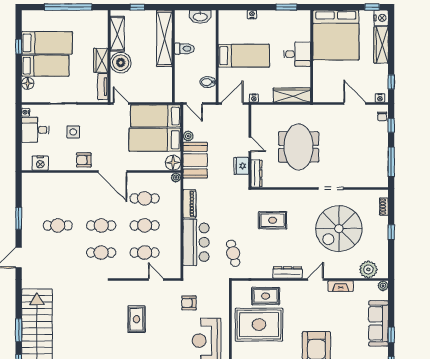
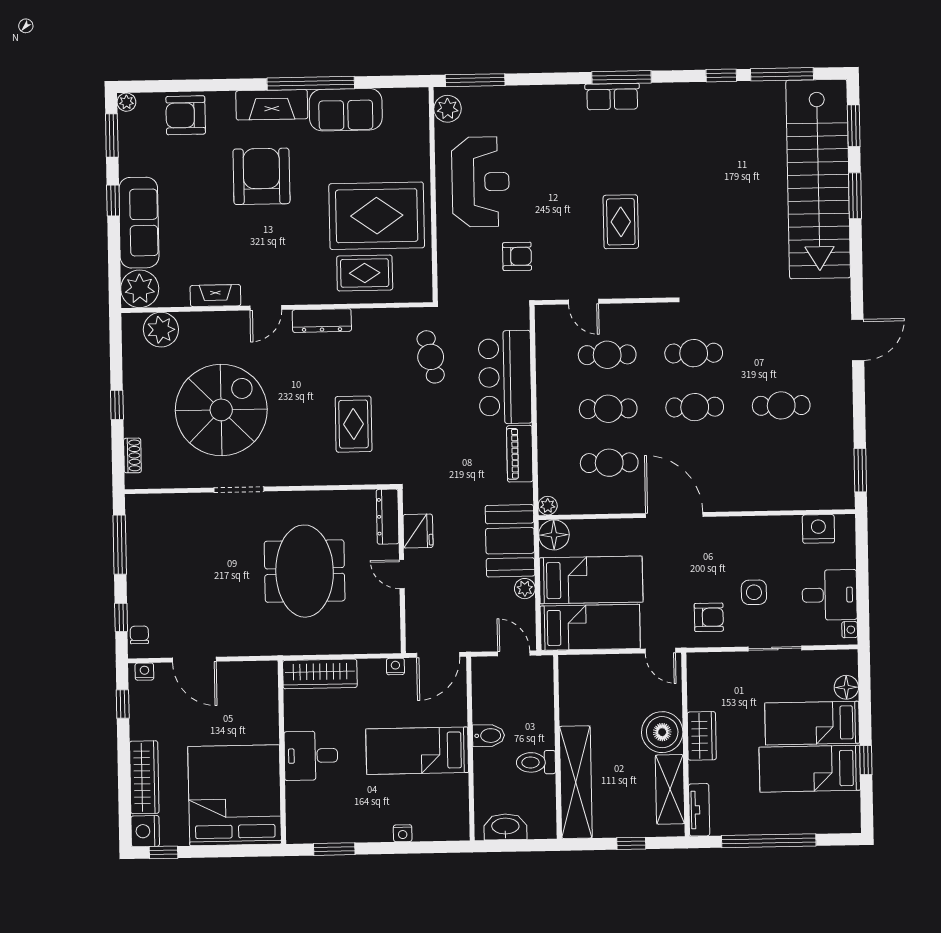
bidet: (208, 82) -> (488, 736), moved
tv unit: (103, 87) -> (699, 810), moved
armchair: (84, 160) -> (709, 617), moved
window: (19, 218) -> (860, 470), moved
rug: (273, 220) -> (354, 424), turned 90
plant: (383, 286) -> (140, 289), width x1.87, depth x1.87

